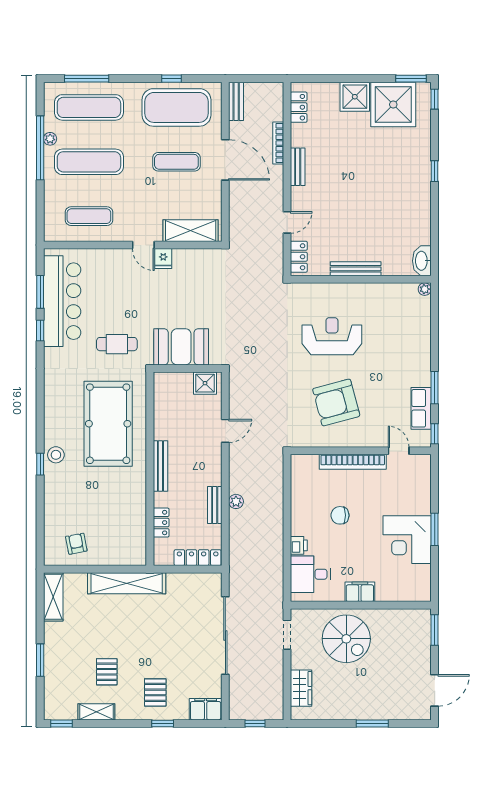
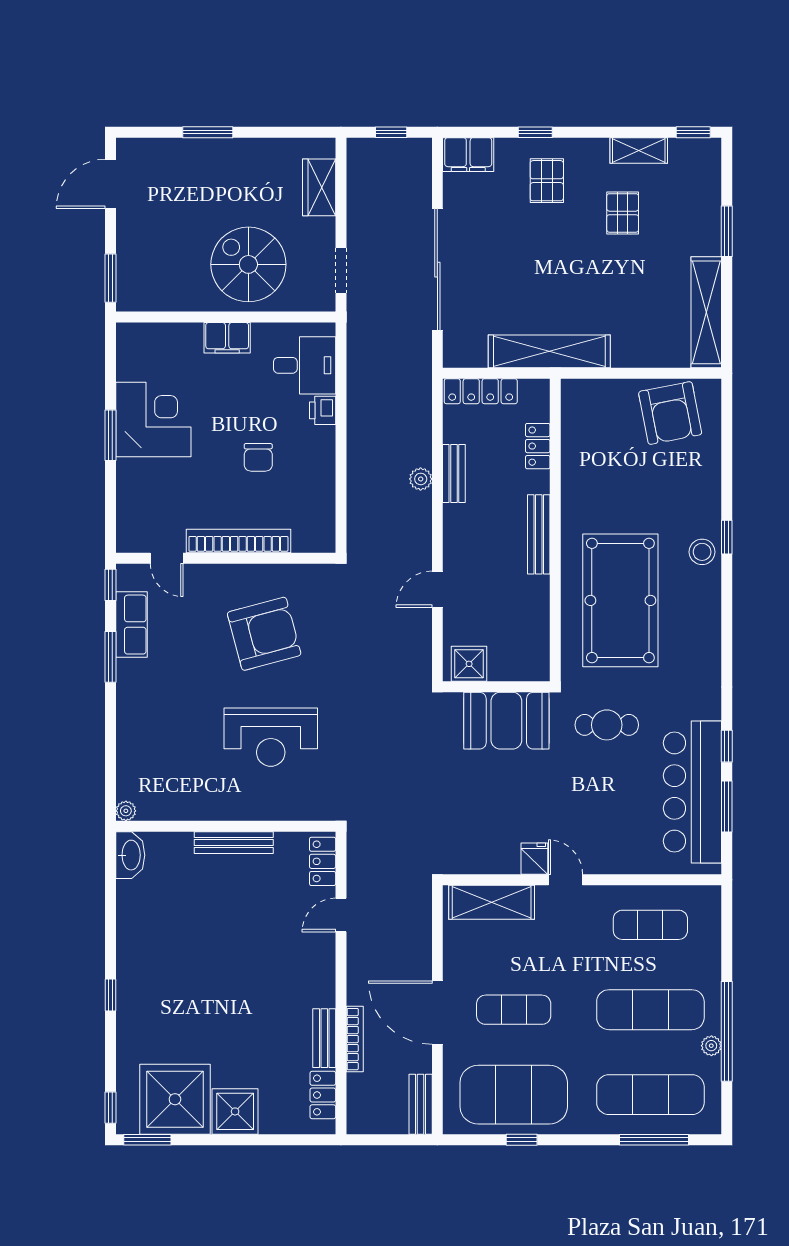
bench: (298, 167) -> (324, 1038), moved
chair: (340, 515) -> (258, 457), turned 90
armchair: (76, 544) -> (670, 413), width x1.88, depth x1.88
shelving: (127, 583) -> (549, 351), moved
shelving: (53, 597) -> (706, 312), width x1.47

